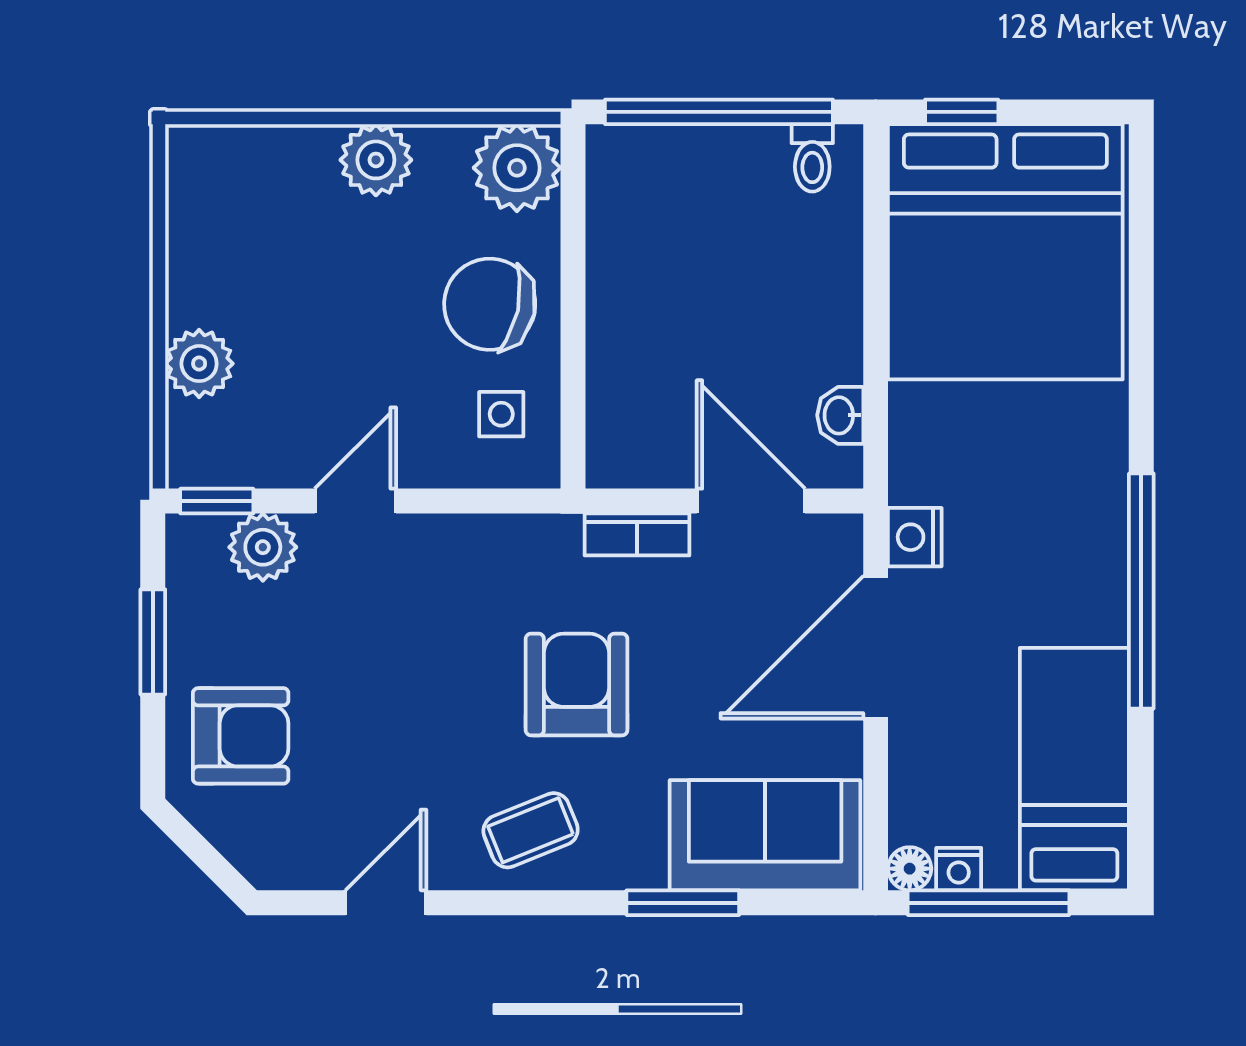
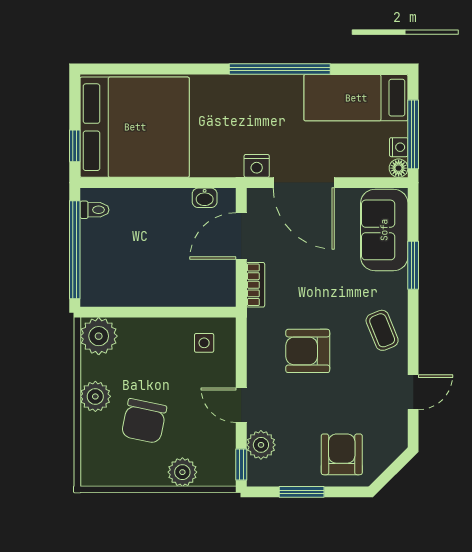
chair: (490, 304) -> (144, 421), moved
armchair: (577, 685) -> (308, 351), moved
door: (386, 903) -> (413, 392), swing flipped

